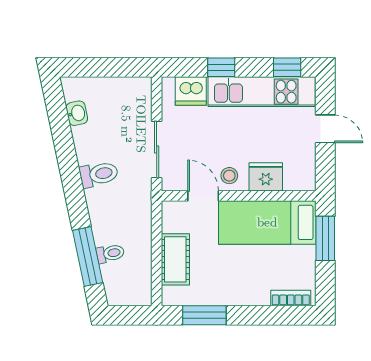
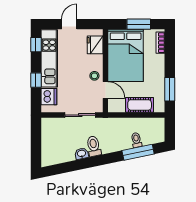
washbasin: (77, 113) -> (82, 154), moved
fridge: (266, 177) -> (95, 45), moved
door: (203, 196) -> (105, 90), swing flipped
bed: (267, 222) -> (126, 55), width x1.50
window: (325, 238) -> (139, 24), moved

